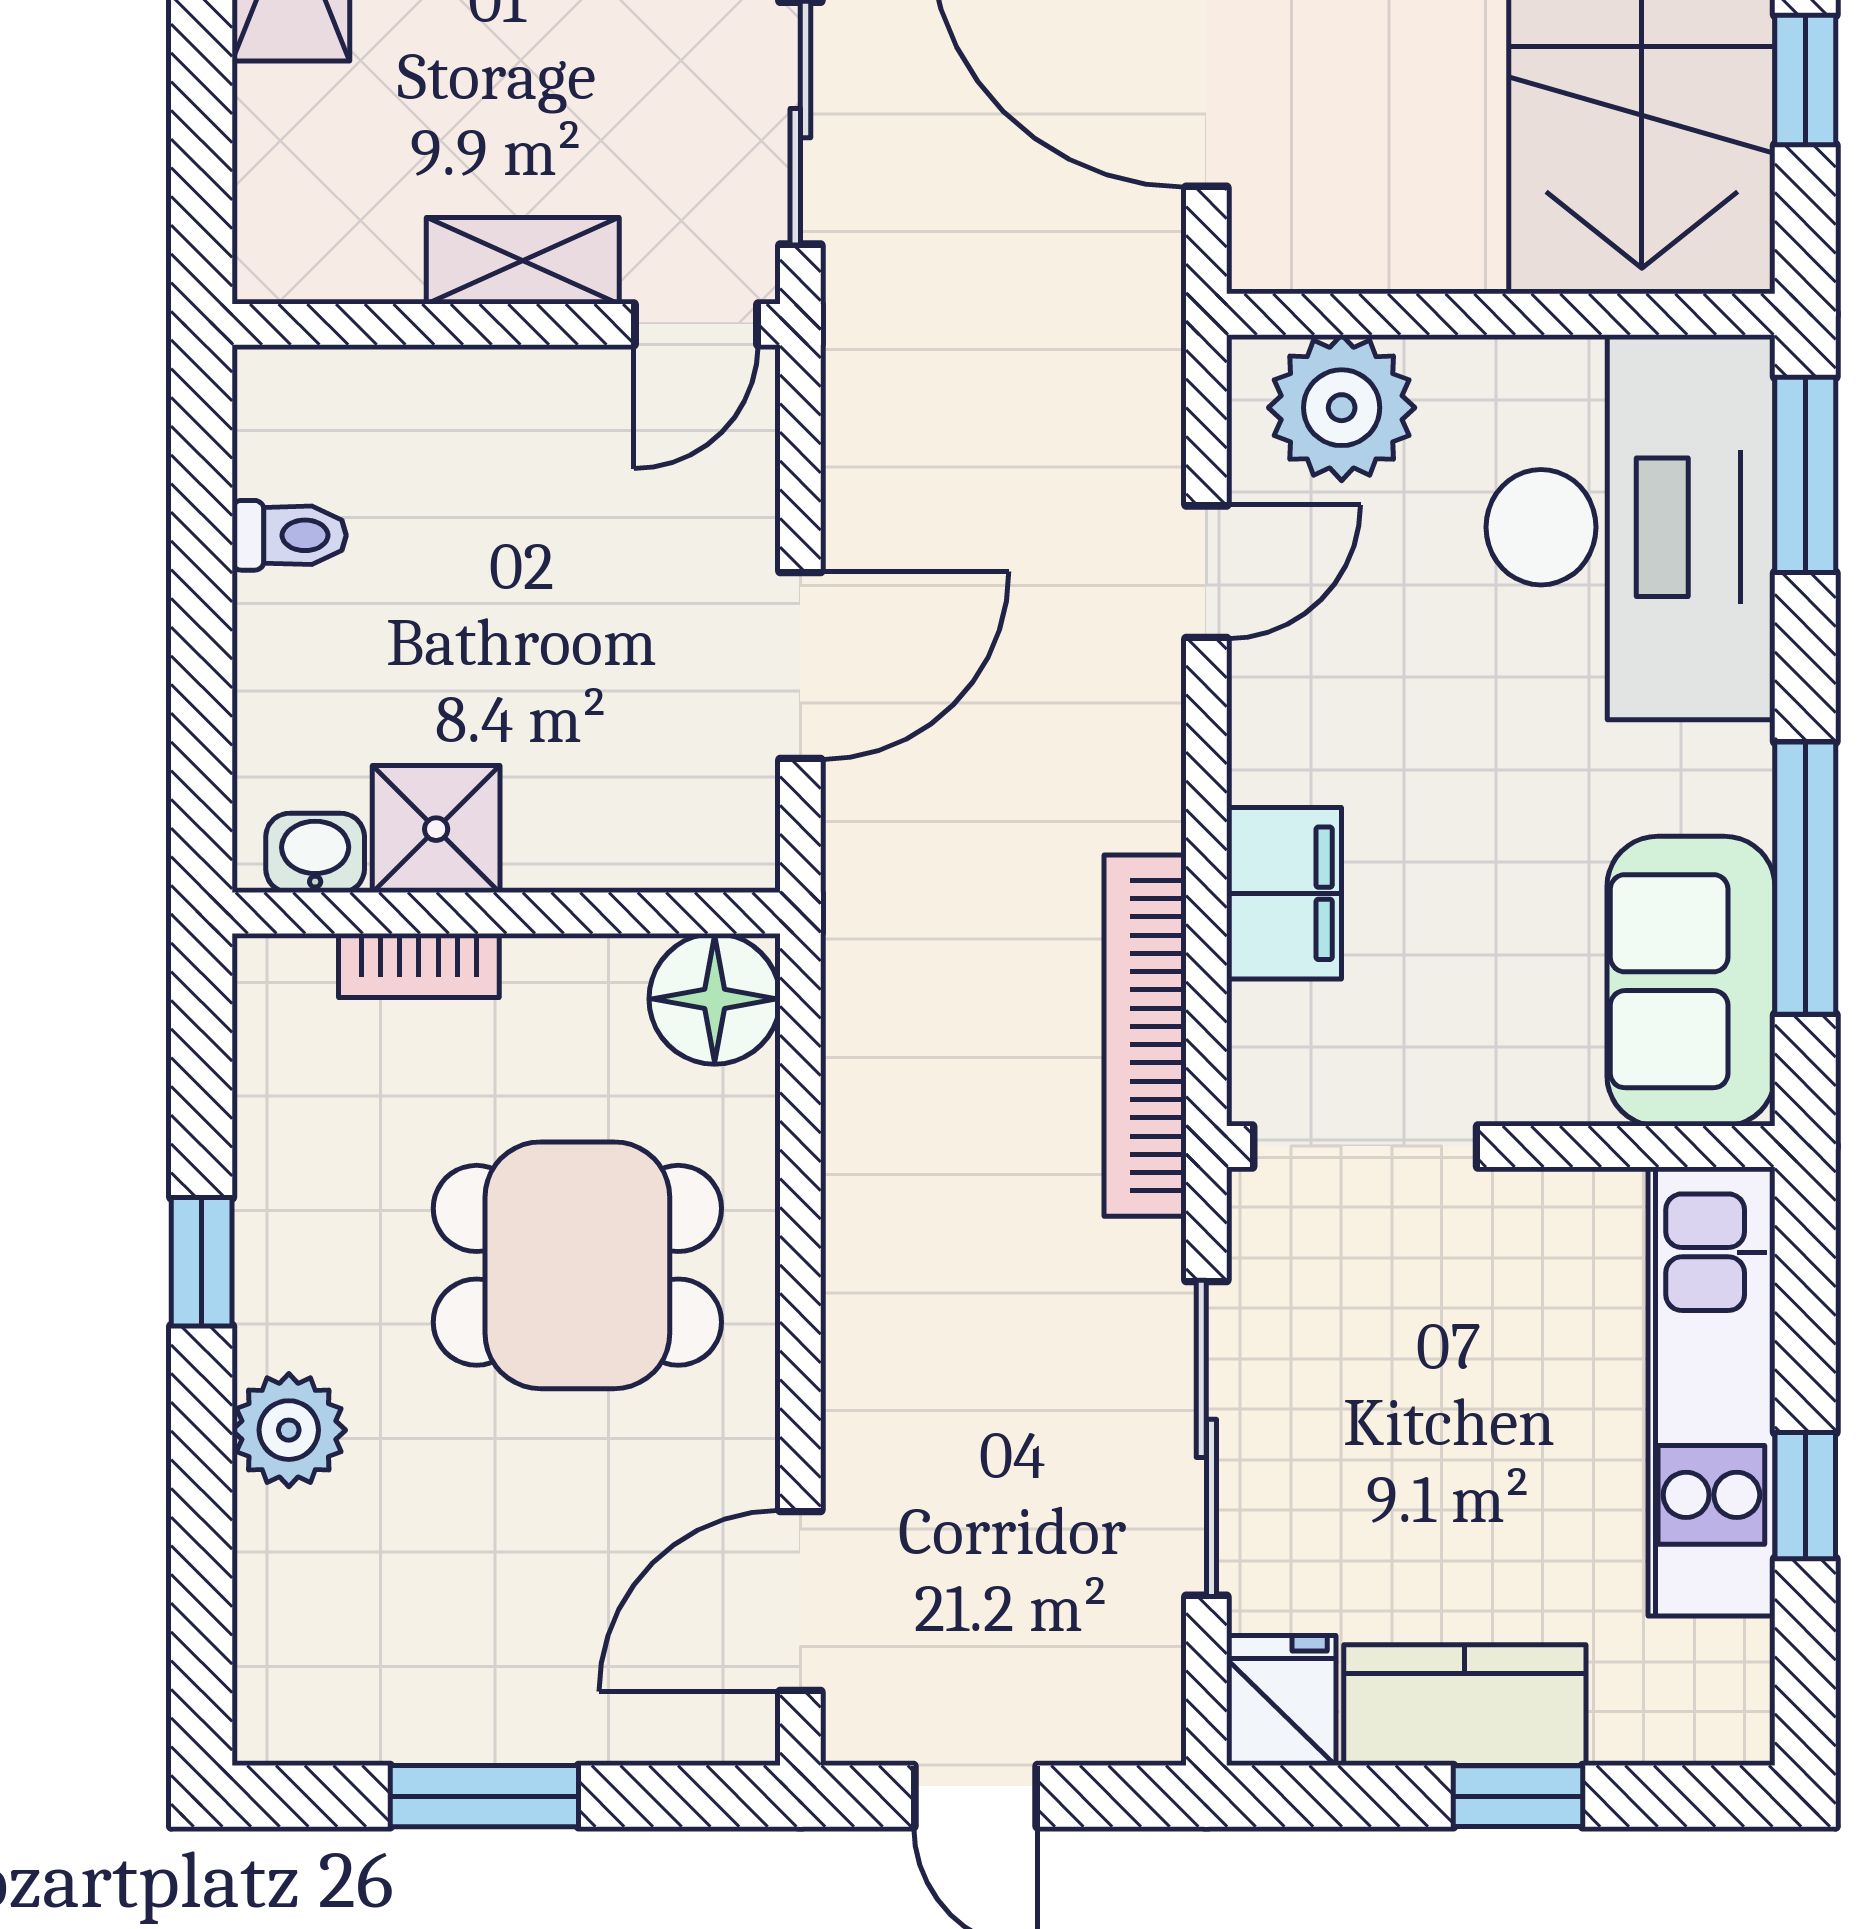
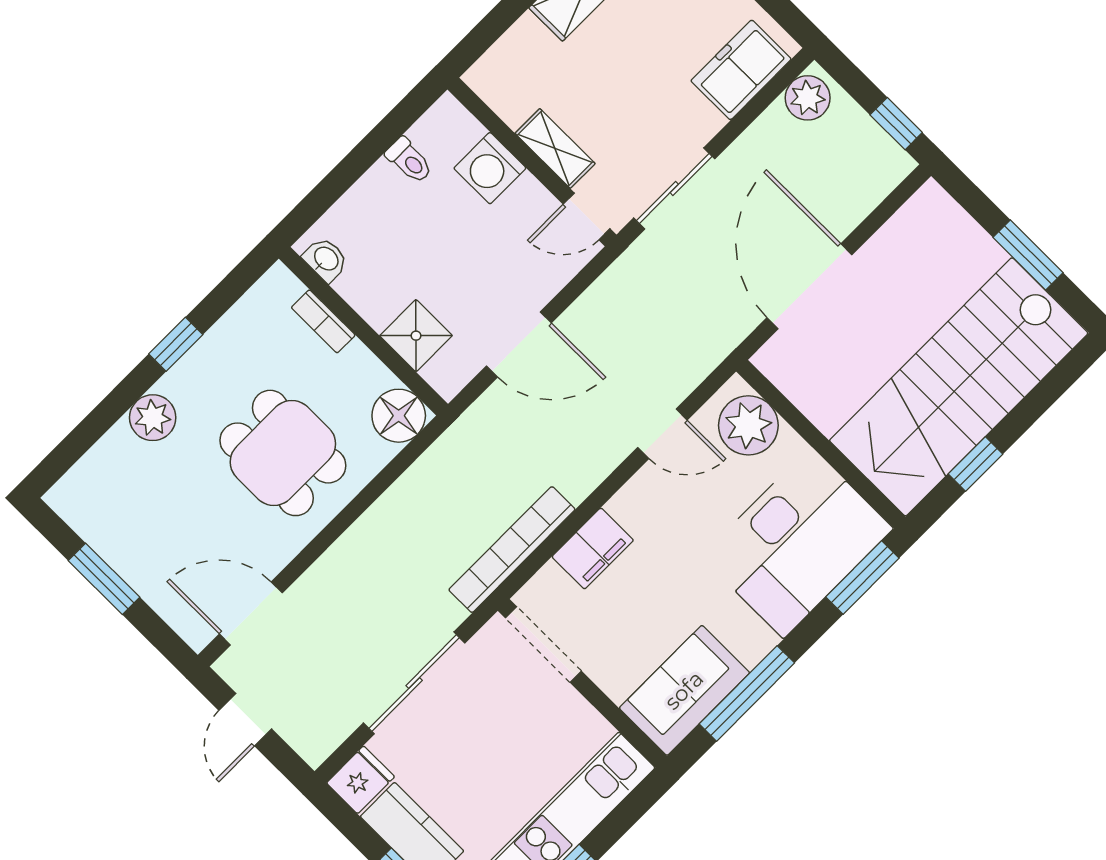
washing machine: (443, 408) -> (490, 168), added
shower: (436, 829) -> (416, 336), moved

